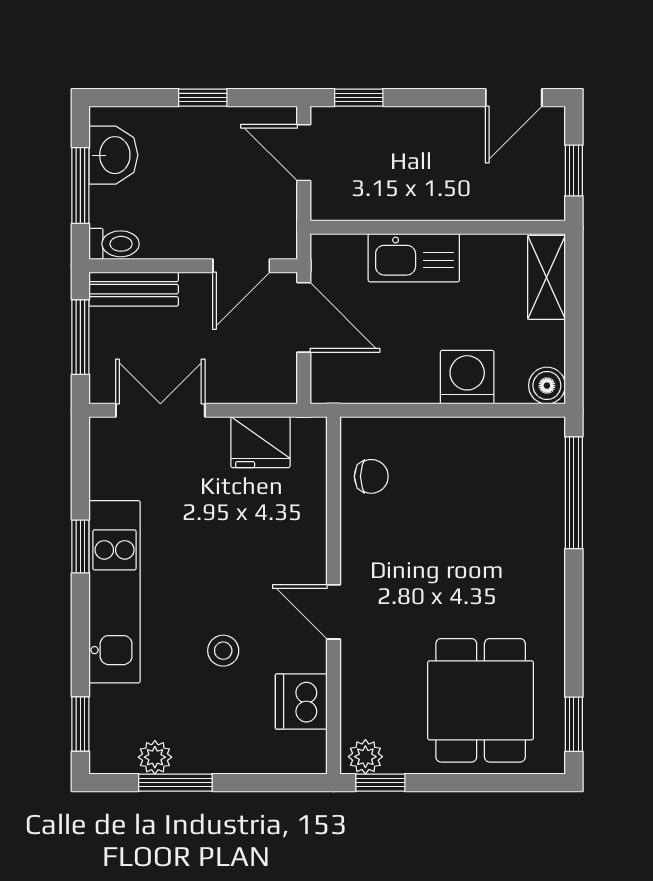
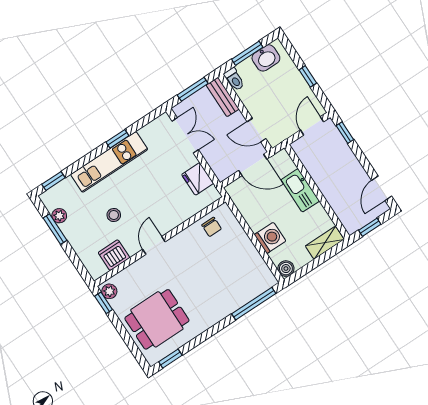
door: (514, 98) -> (382, 188), hinge flipped
door: (304, 317) -> (253, 165), hinge flipped

